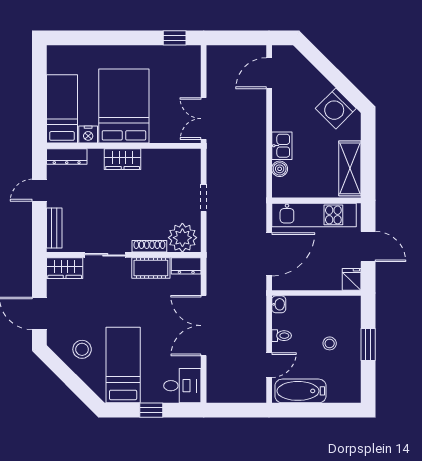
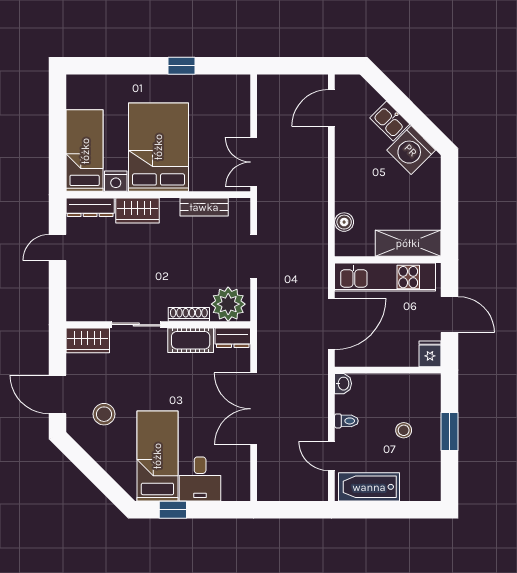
window: (175, 38) -> (182, 66), moved
kitchen sink: (282, 146) -> (390, 121), moved, turned 135
wardrobe: (123, 159) -> (138, 210), moved
shelving: (350, 168) -> (408, 243), moved, turned 90
doorway: (204, 198) -> (254, 256), width x1.38
bench: (54, 228) -> (204, 207), moved, turned 90
stool: (82, 349) -> (104, 414), moved
door: (269, 365) -> (331, 456), swing flipped
desk: (182, 386) -> (200, 479), moved, turned 90
window: (151, 410) -> (173, 510), moved

